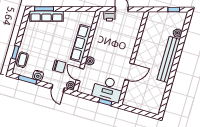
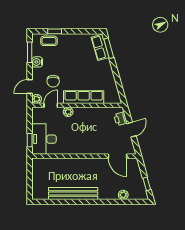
row of seats: (46, 16) -> (100, 47), width x0.68
bench: (169, 59) -> (73, 193), moved
door: (129, 72) -> (118, 156), moved

